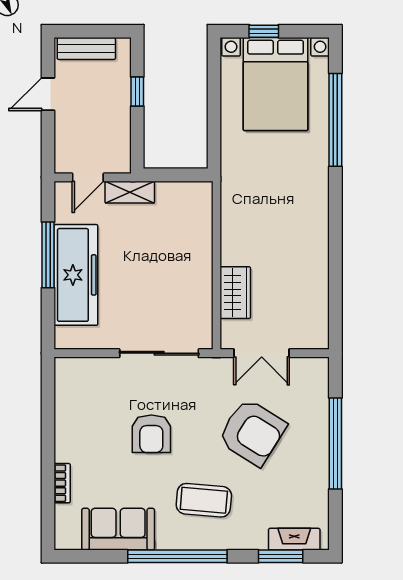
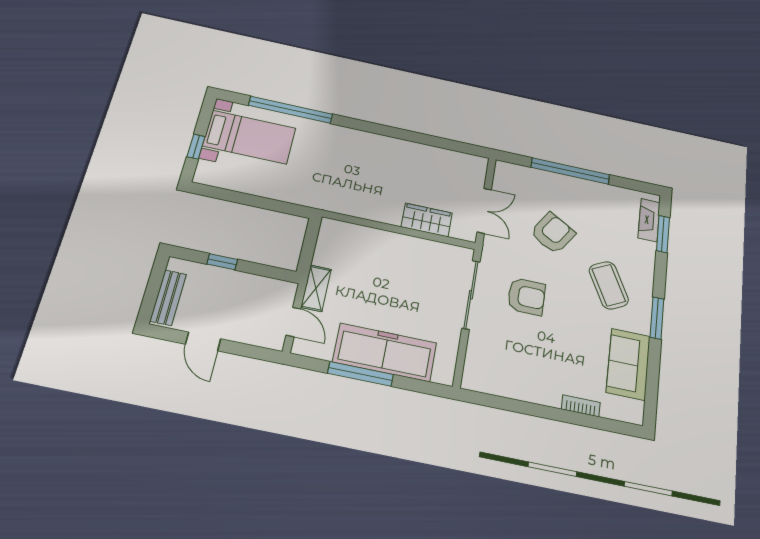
bed with nightstands: (276, 84) -> (249, 137), width x0.73
armchair: (252, 432) -> (553, 233), width x0.73, depth x0.73
armchair: (151, 434) -> (526, 297), moved
coffee table: (204, 500) -> (609, 285), turned -32
window: (177, 556) -> (657, 318), width x0.47

